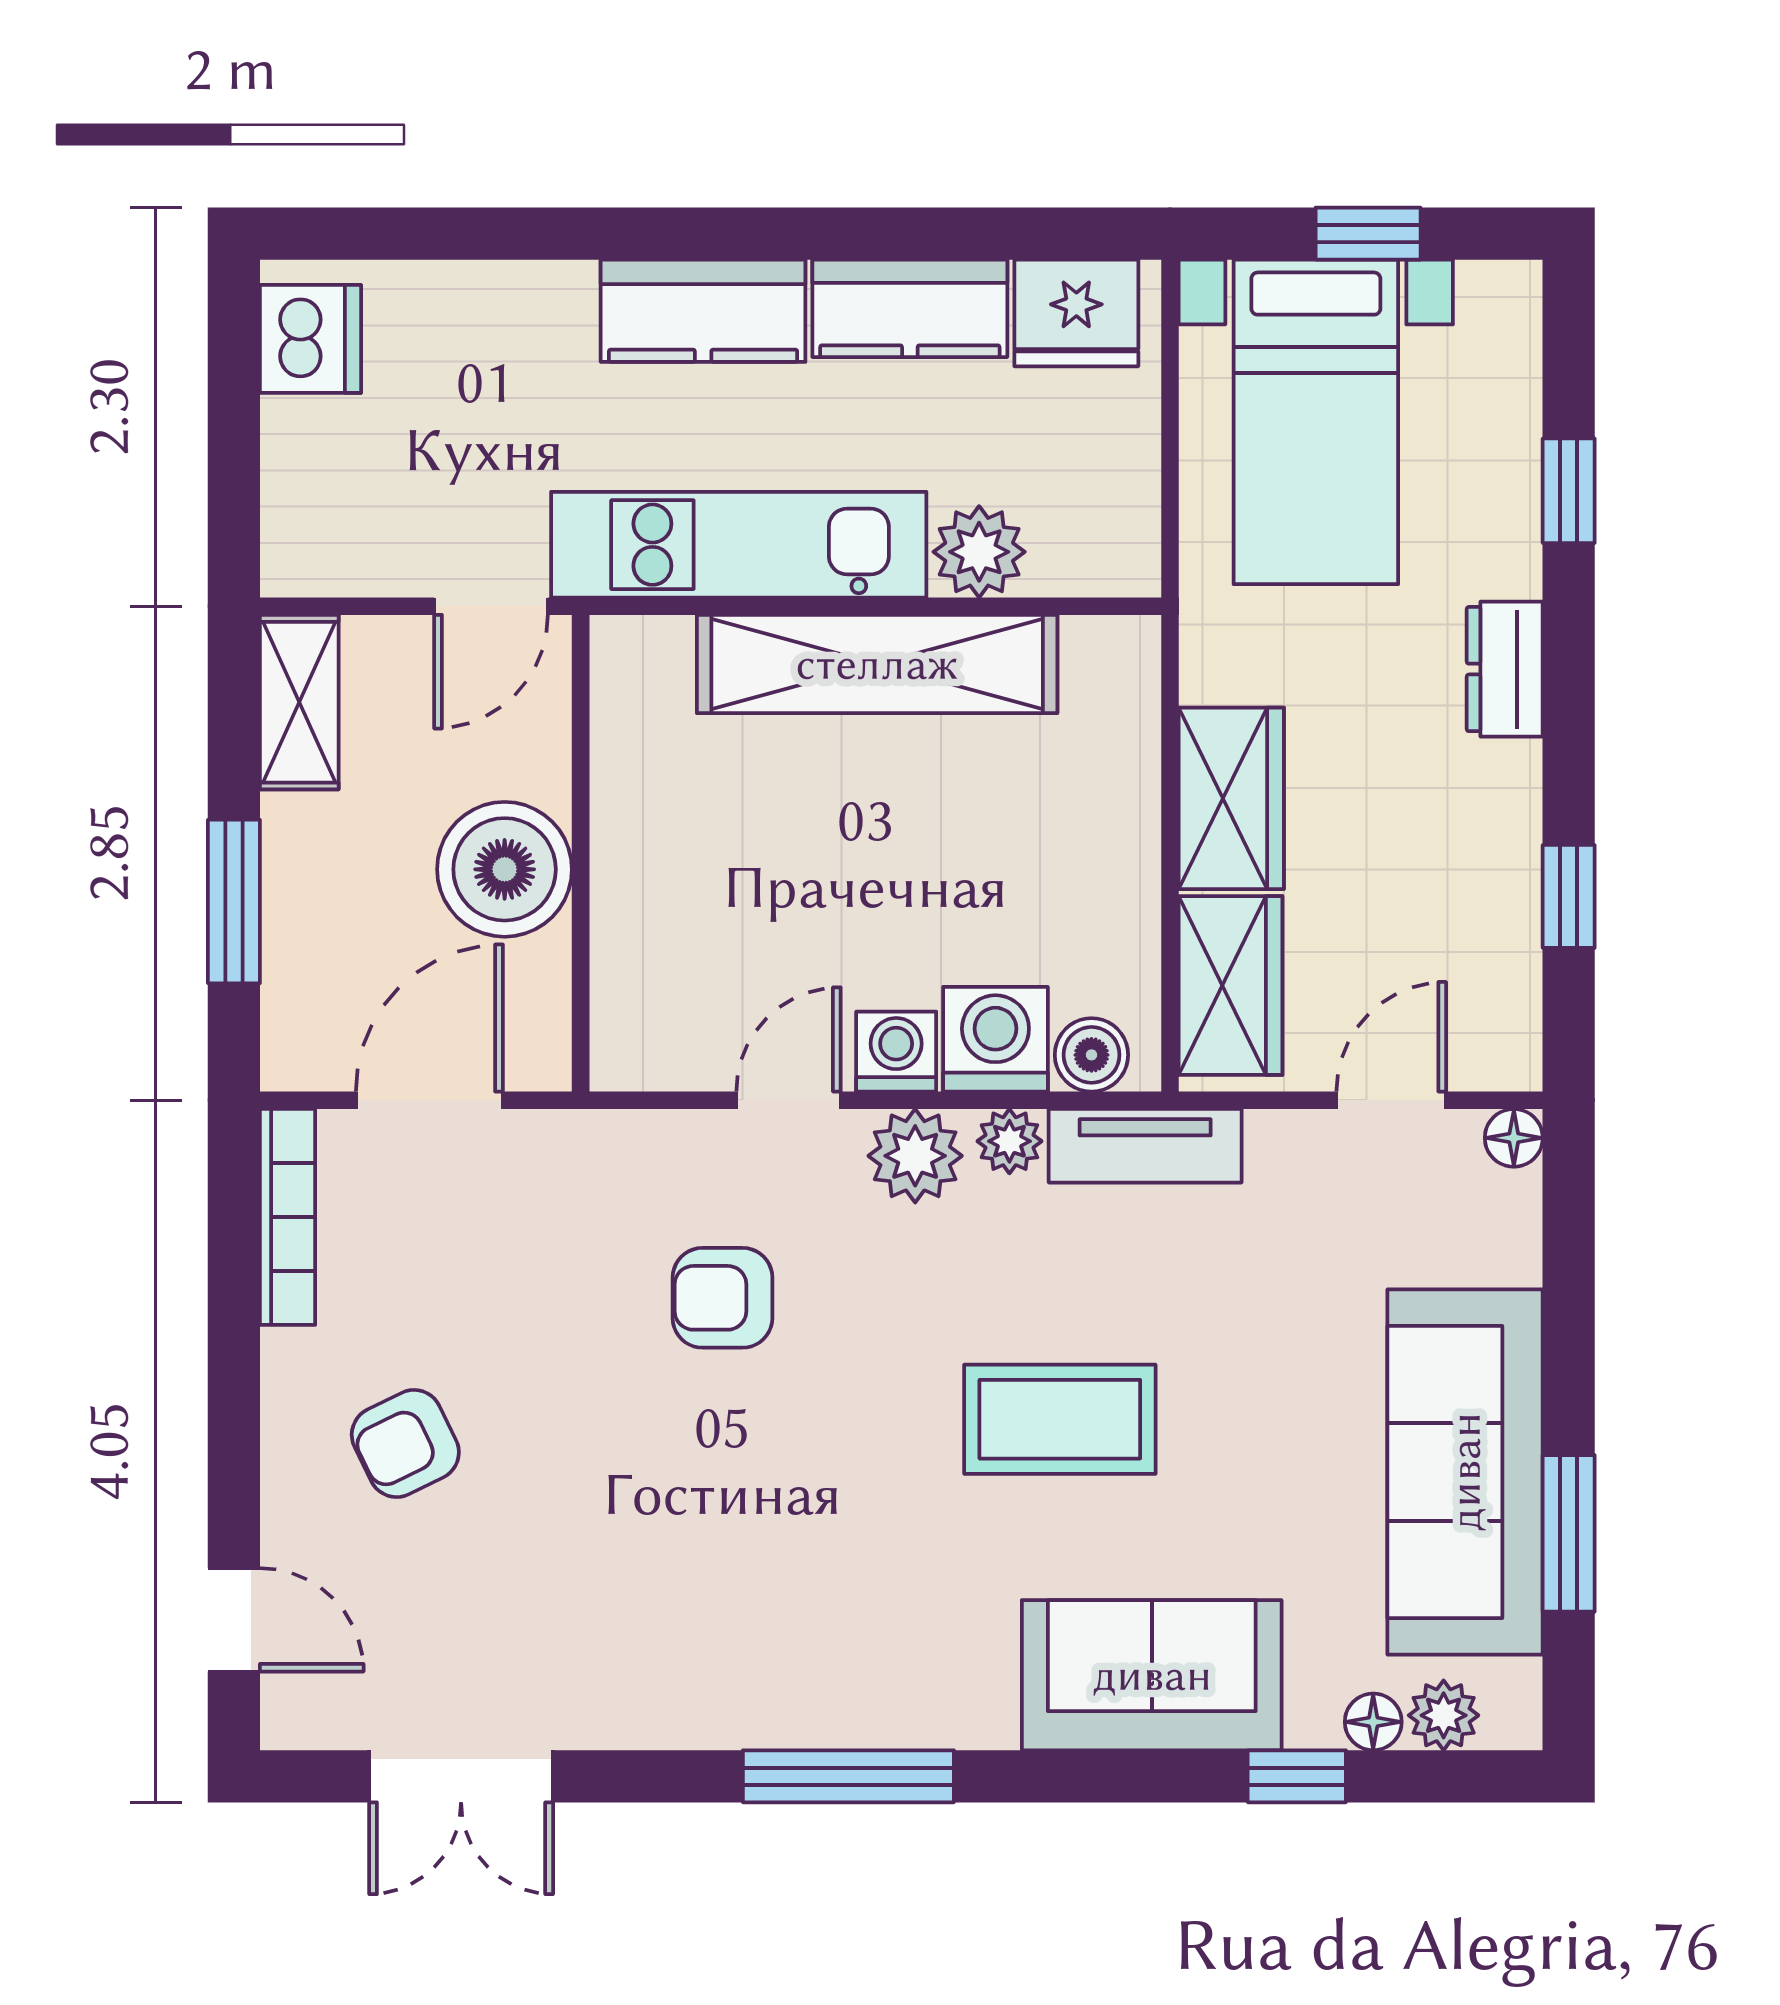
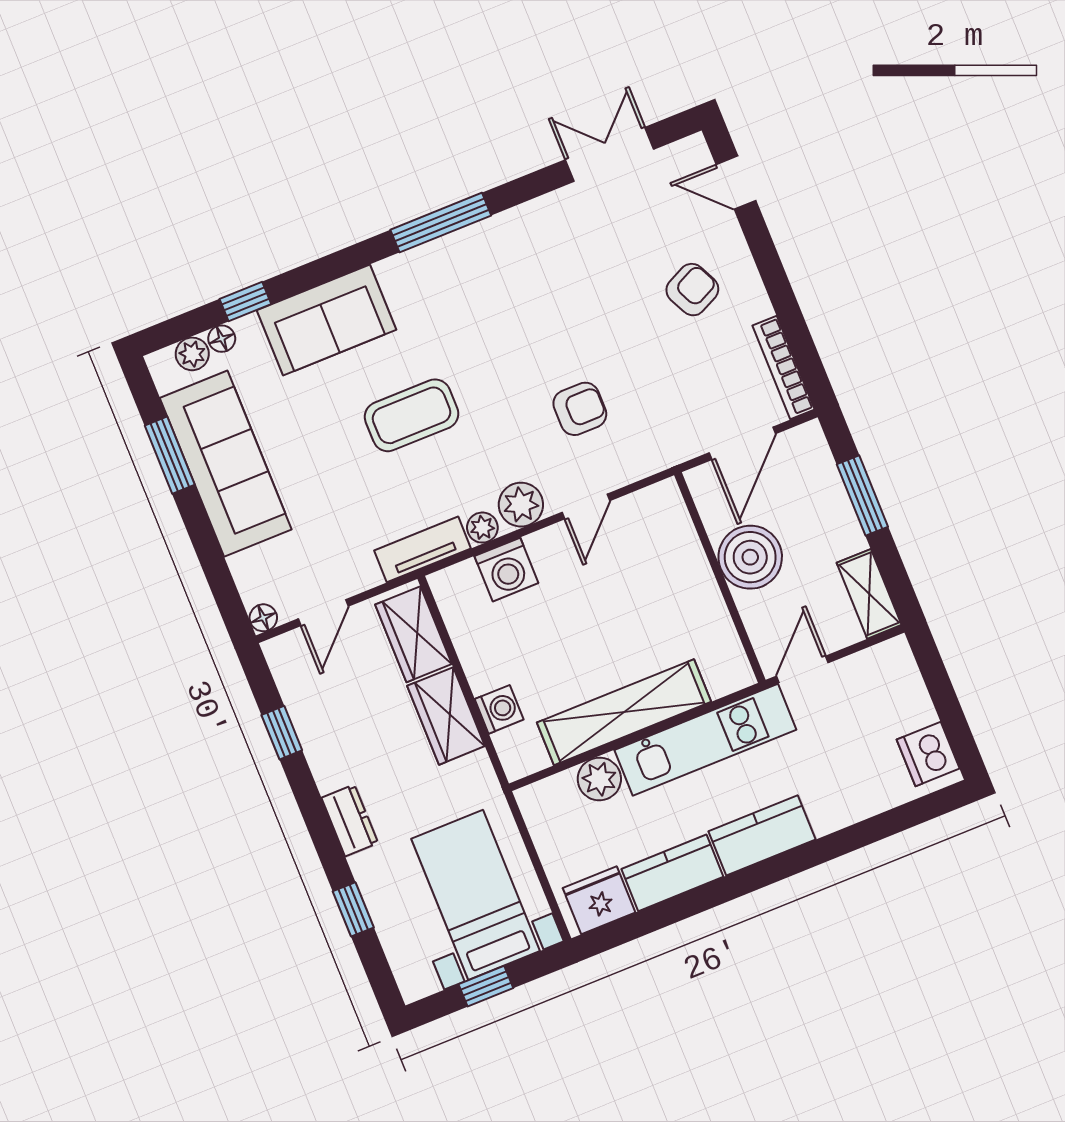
washing machine: (896, 1052) -> (499, 709), moved, turned -90
boiler: (1091, 1055) -> (462, 580), removed

